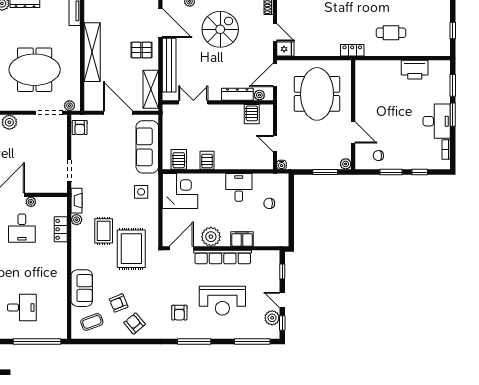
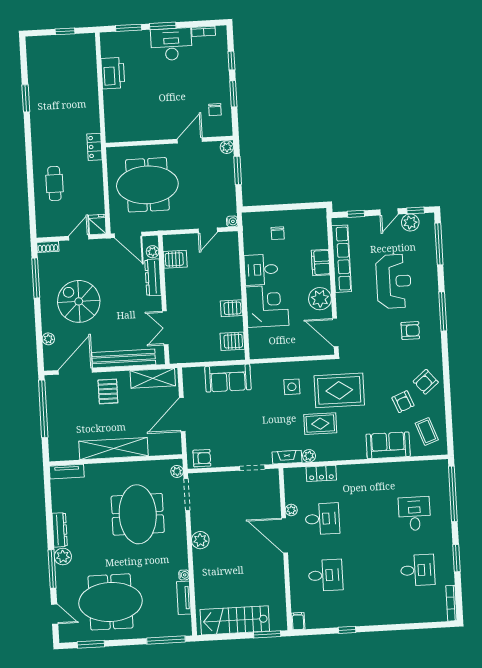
cafe table: (391, 33) -> (54, 184), moved
sofa: (147, 147) -> (228, 378), width x0.73
corner desk: (180, 191) -> (267, 306), moved, turned 90
side table: (141, 192) -> (292, 387), moved
row of seats: (223, 257) -> (342, 259), moved

